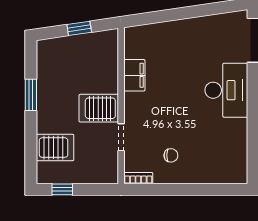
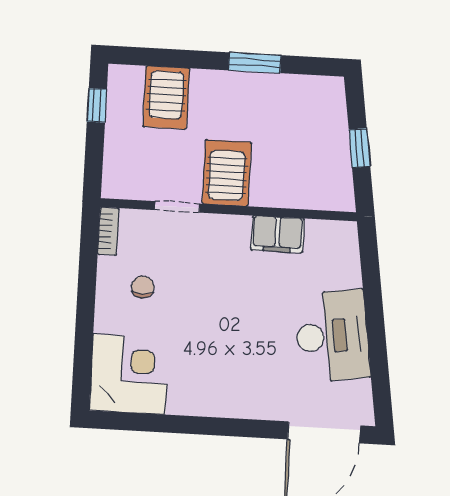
desk: (226, 90) -> (332, 336), moved, turned -98
chair: (171, 155) -> (143, 287), turned 180
corner desk: (225, 161) -> (129, 374), added

